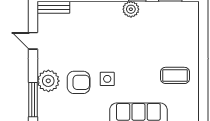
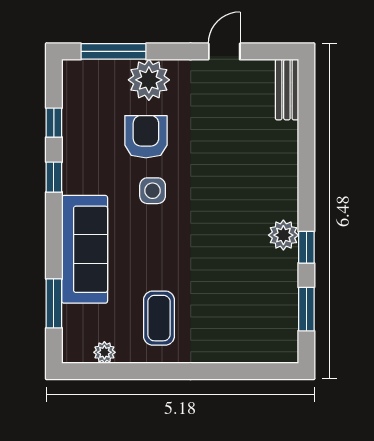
armchair: (79, 82) -> (146, 137), turned 180
plant: (193, 104) -> (104, 352), added

